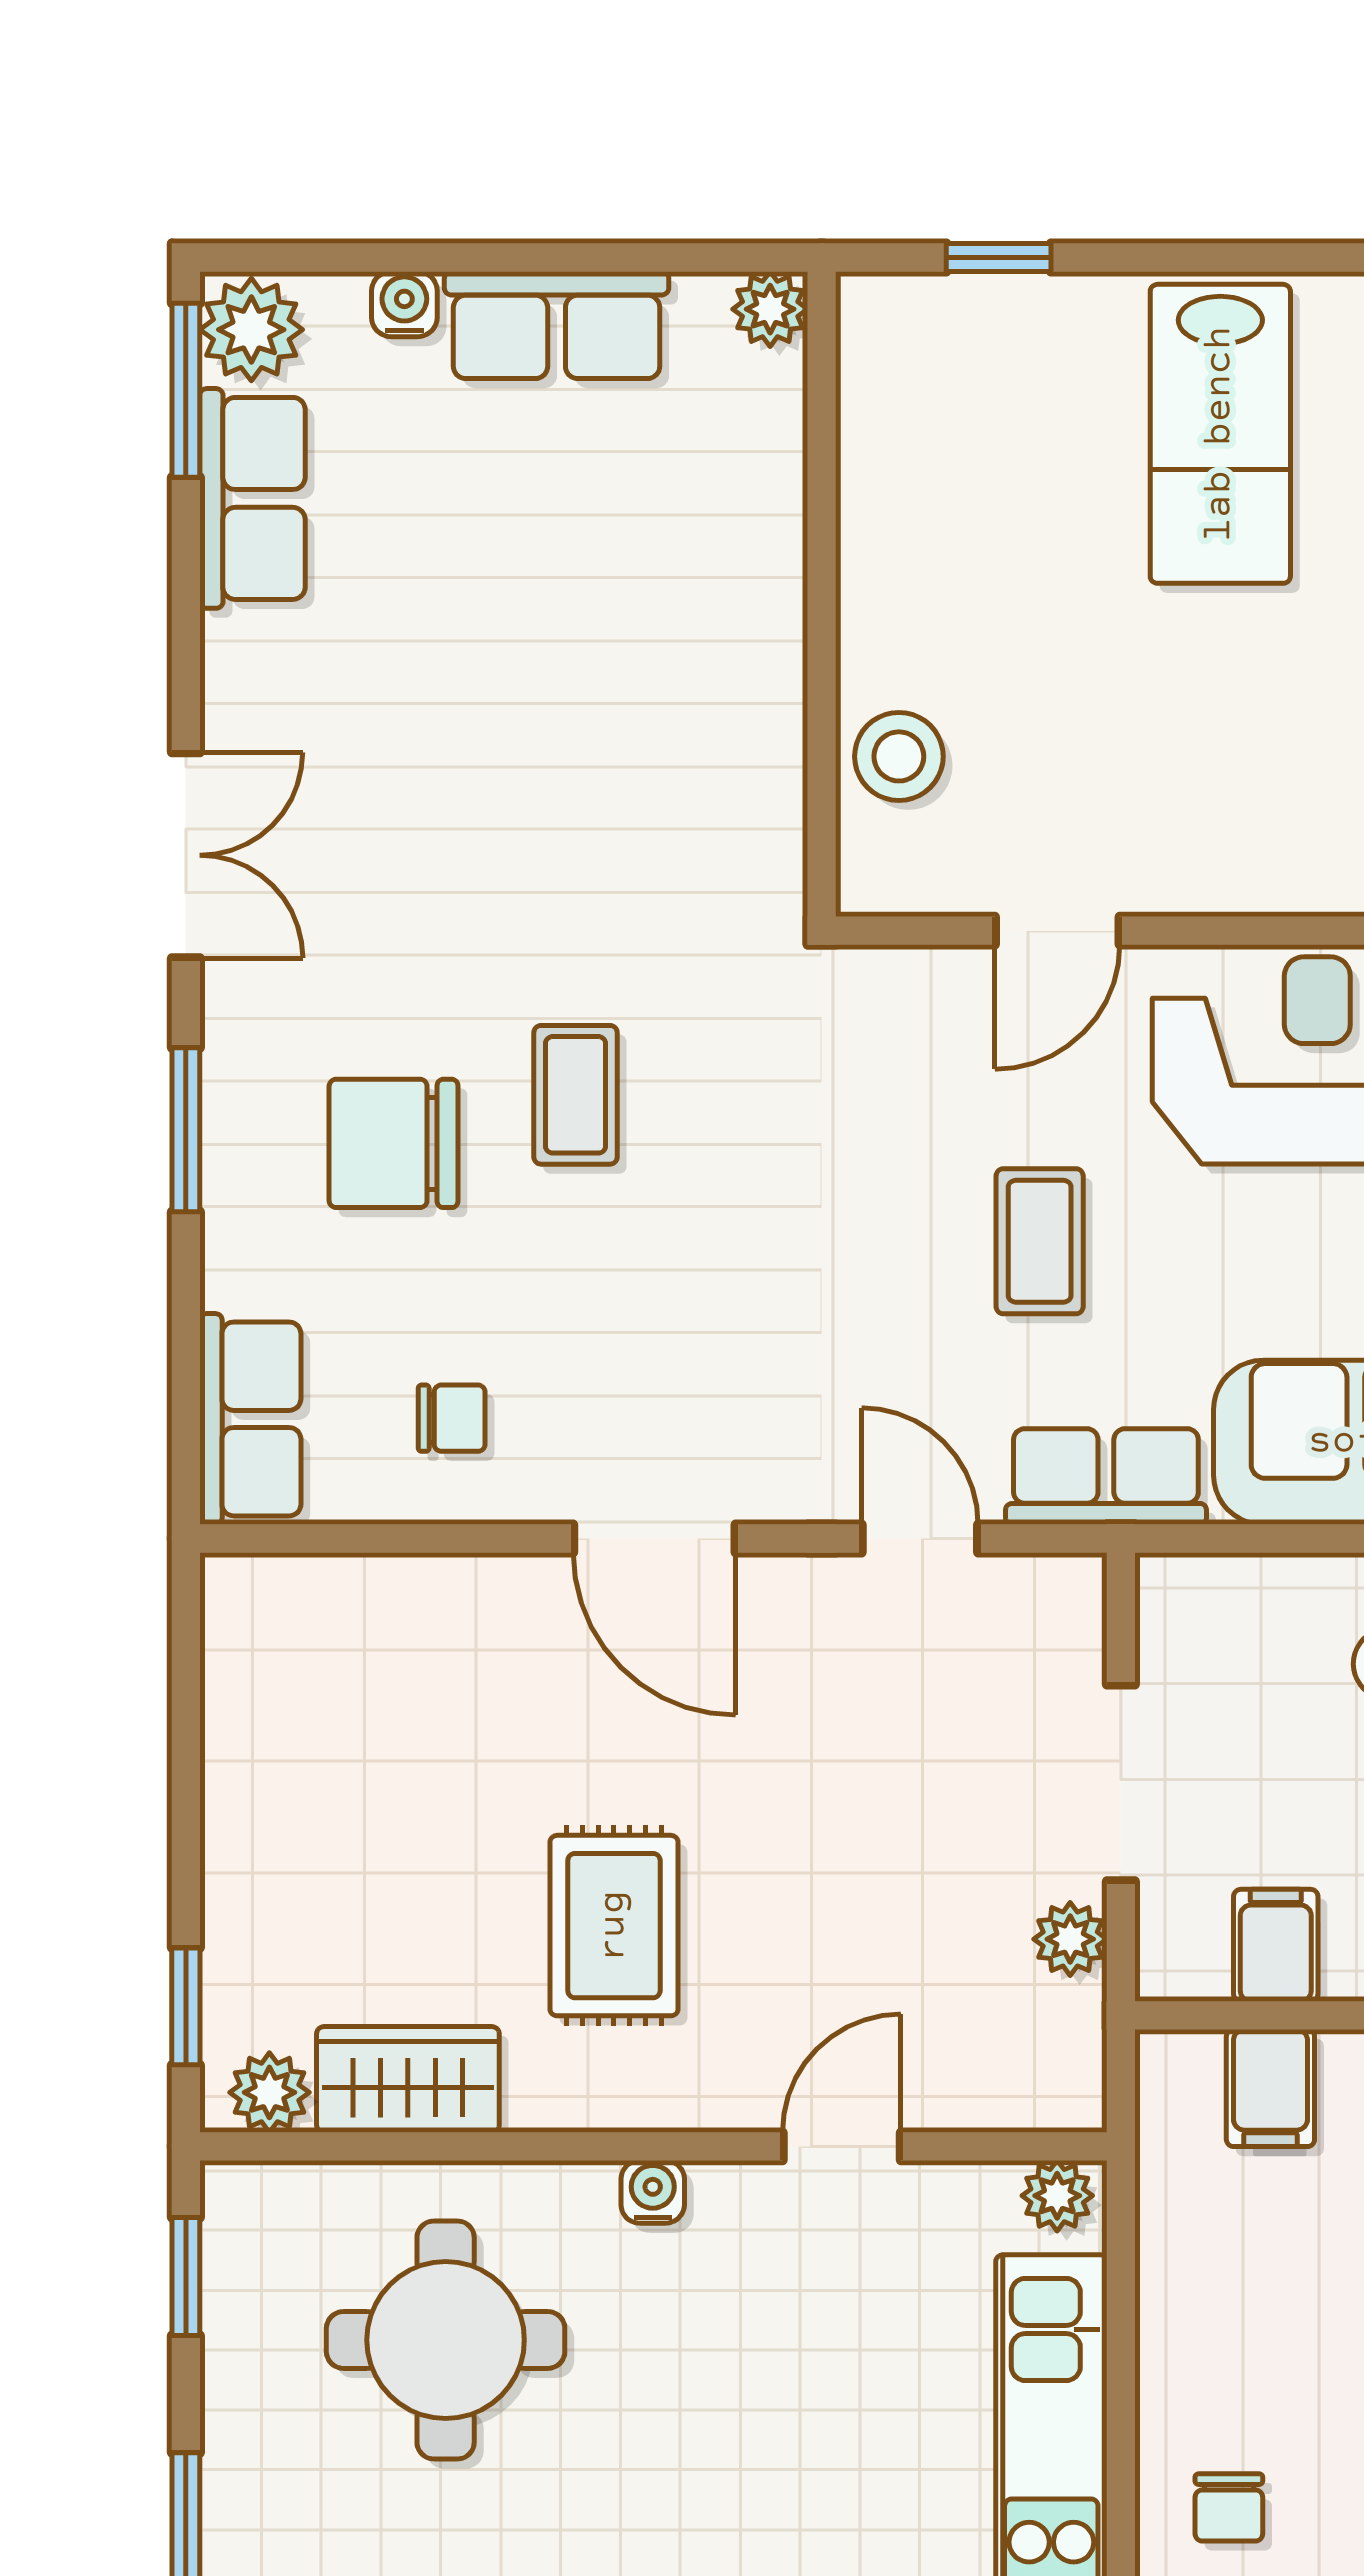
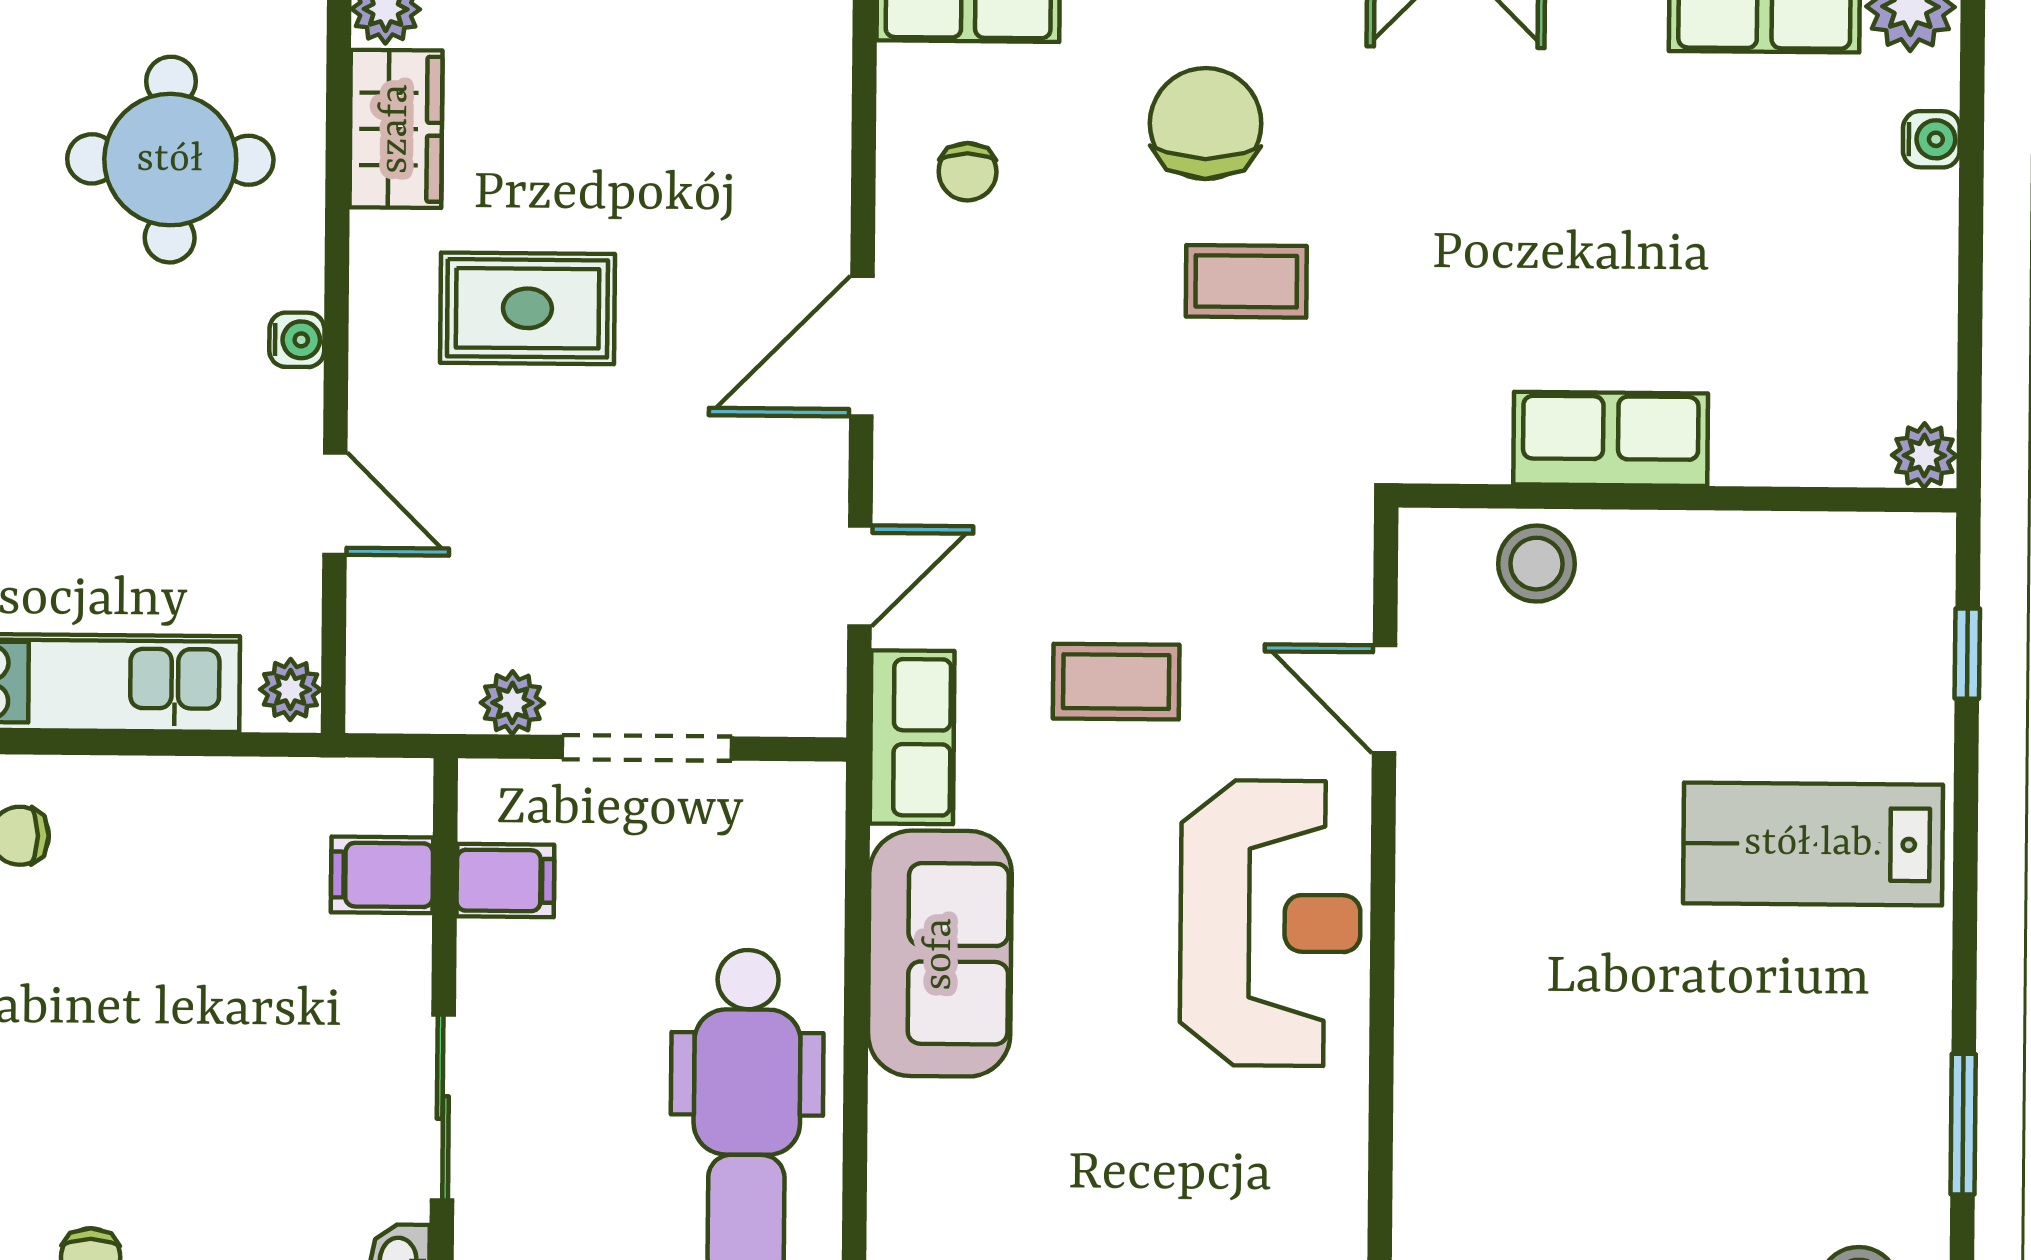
row of seats: (557, 325) -> (1611, 439), moved, turned 90

